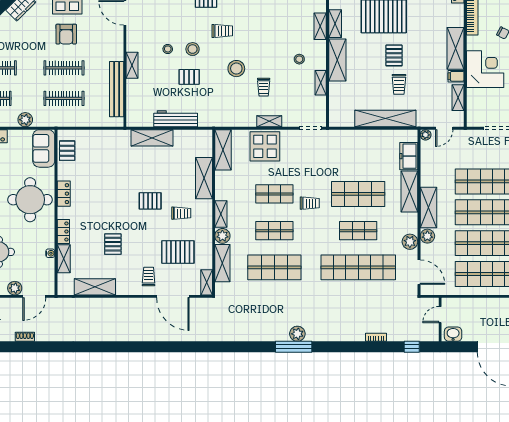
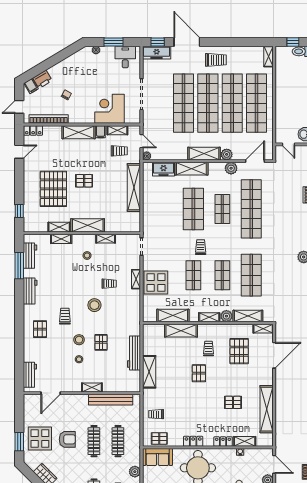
corner desk: (485, 69) -> (109, 109), moved
trolley: (399, 84) -> (119, 151), moved
shelving: (223, 150) -> (173, 316), moved
trolley: (149, 276) -> (156, 414), moved
shelving: (95, 287) -> (267, 409), width x1.47

